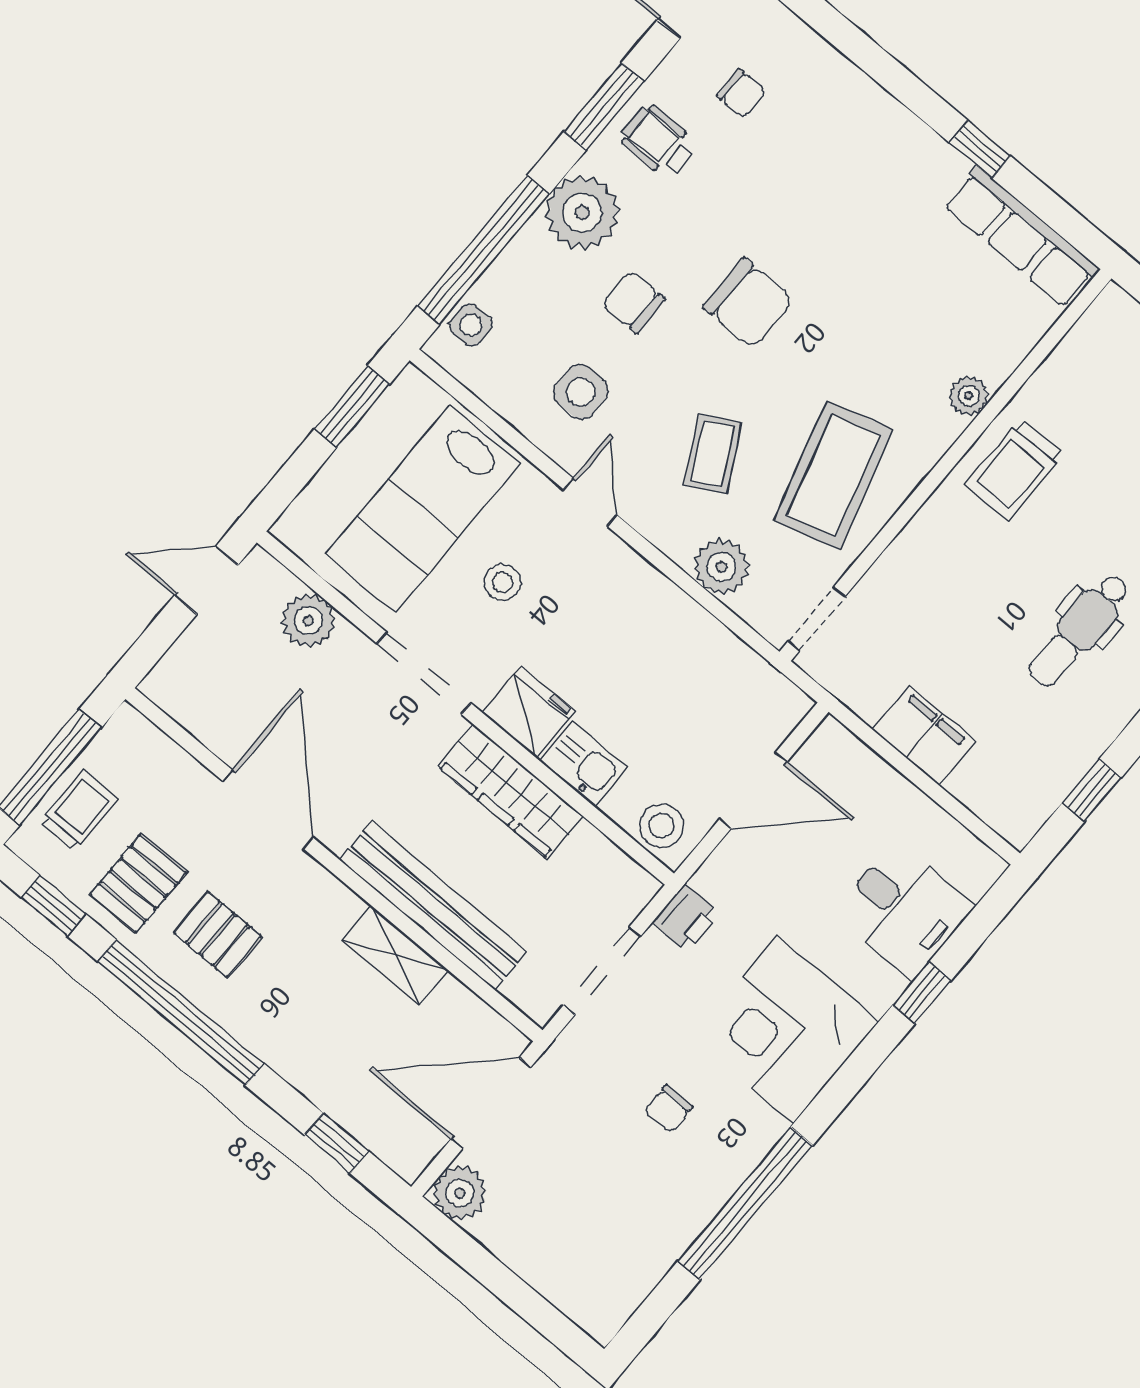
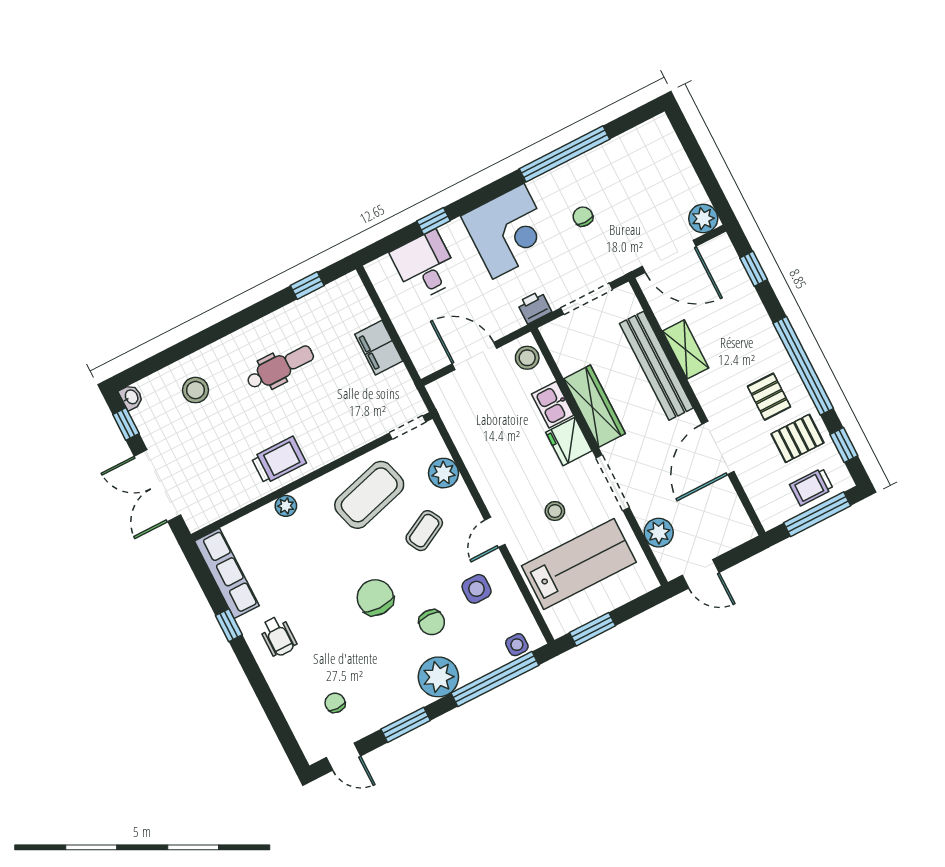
wheelchair: (658, 141) -> (278, 636), moved
chair: (668, 1109) -> (583, 217), turned -90

